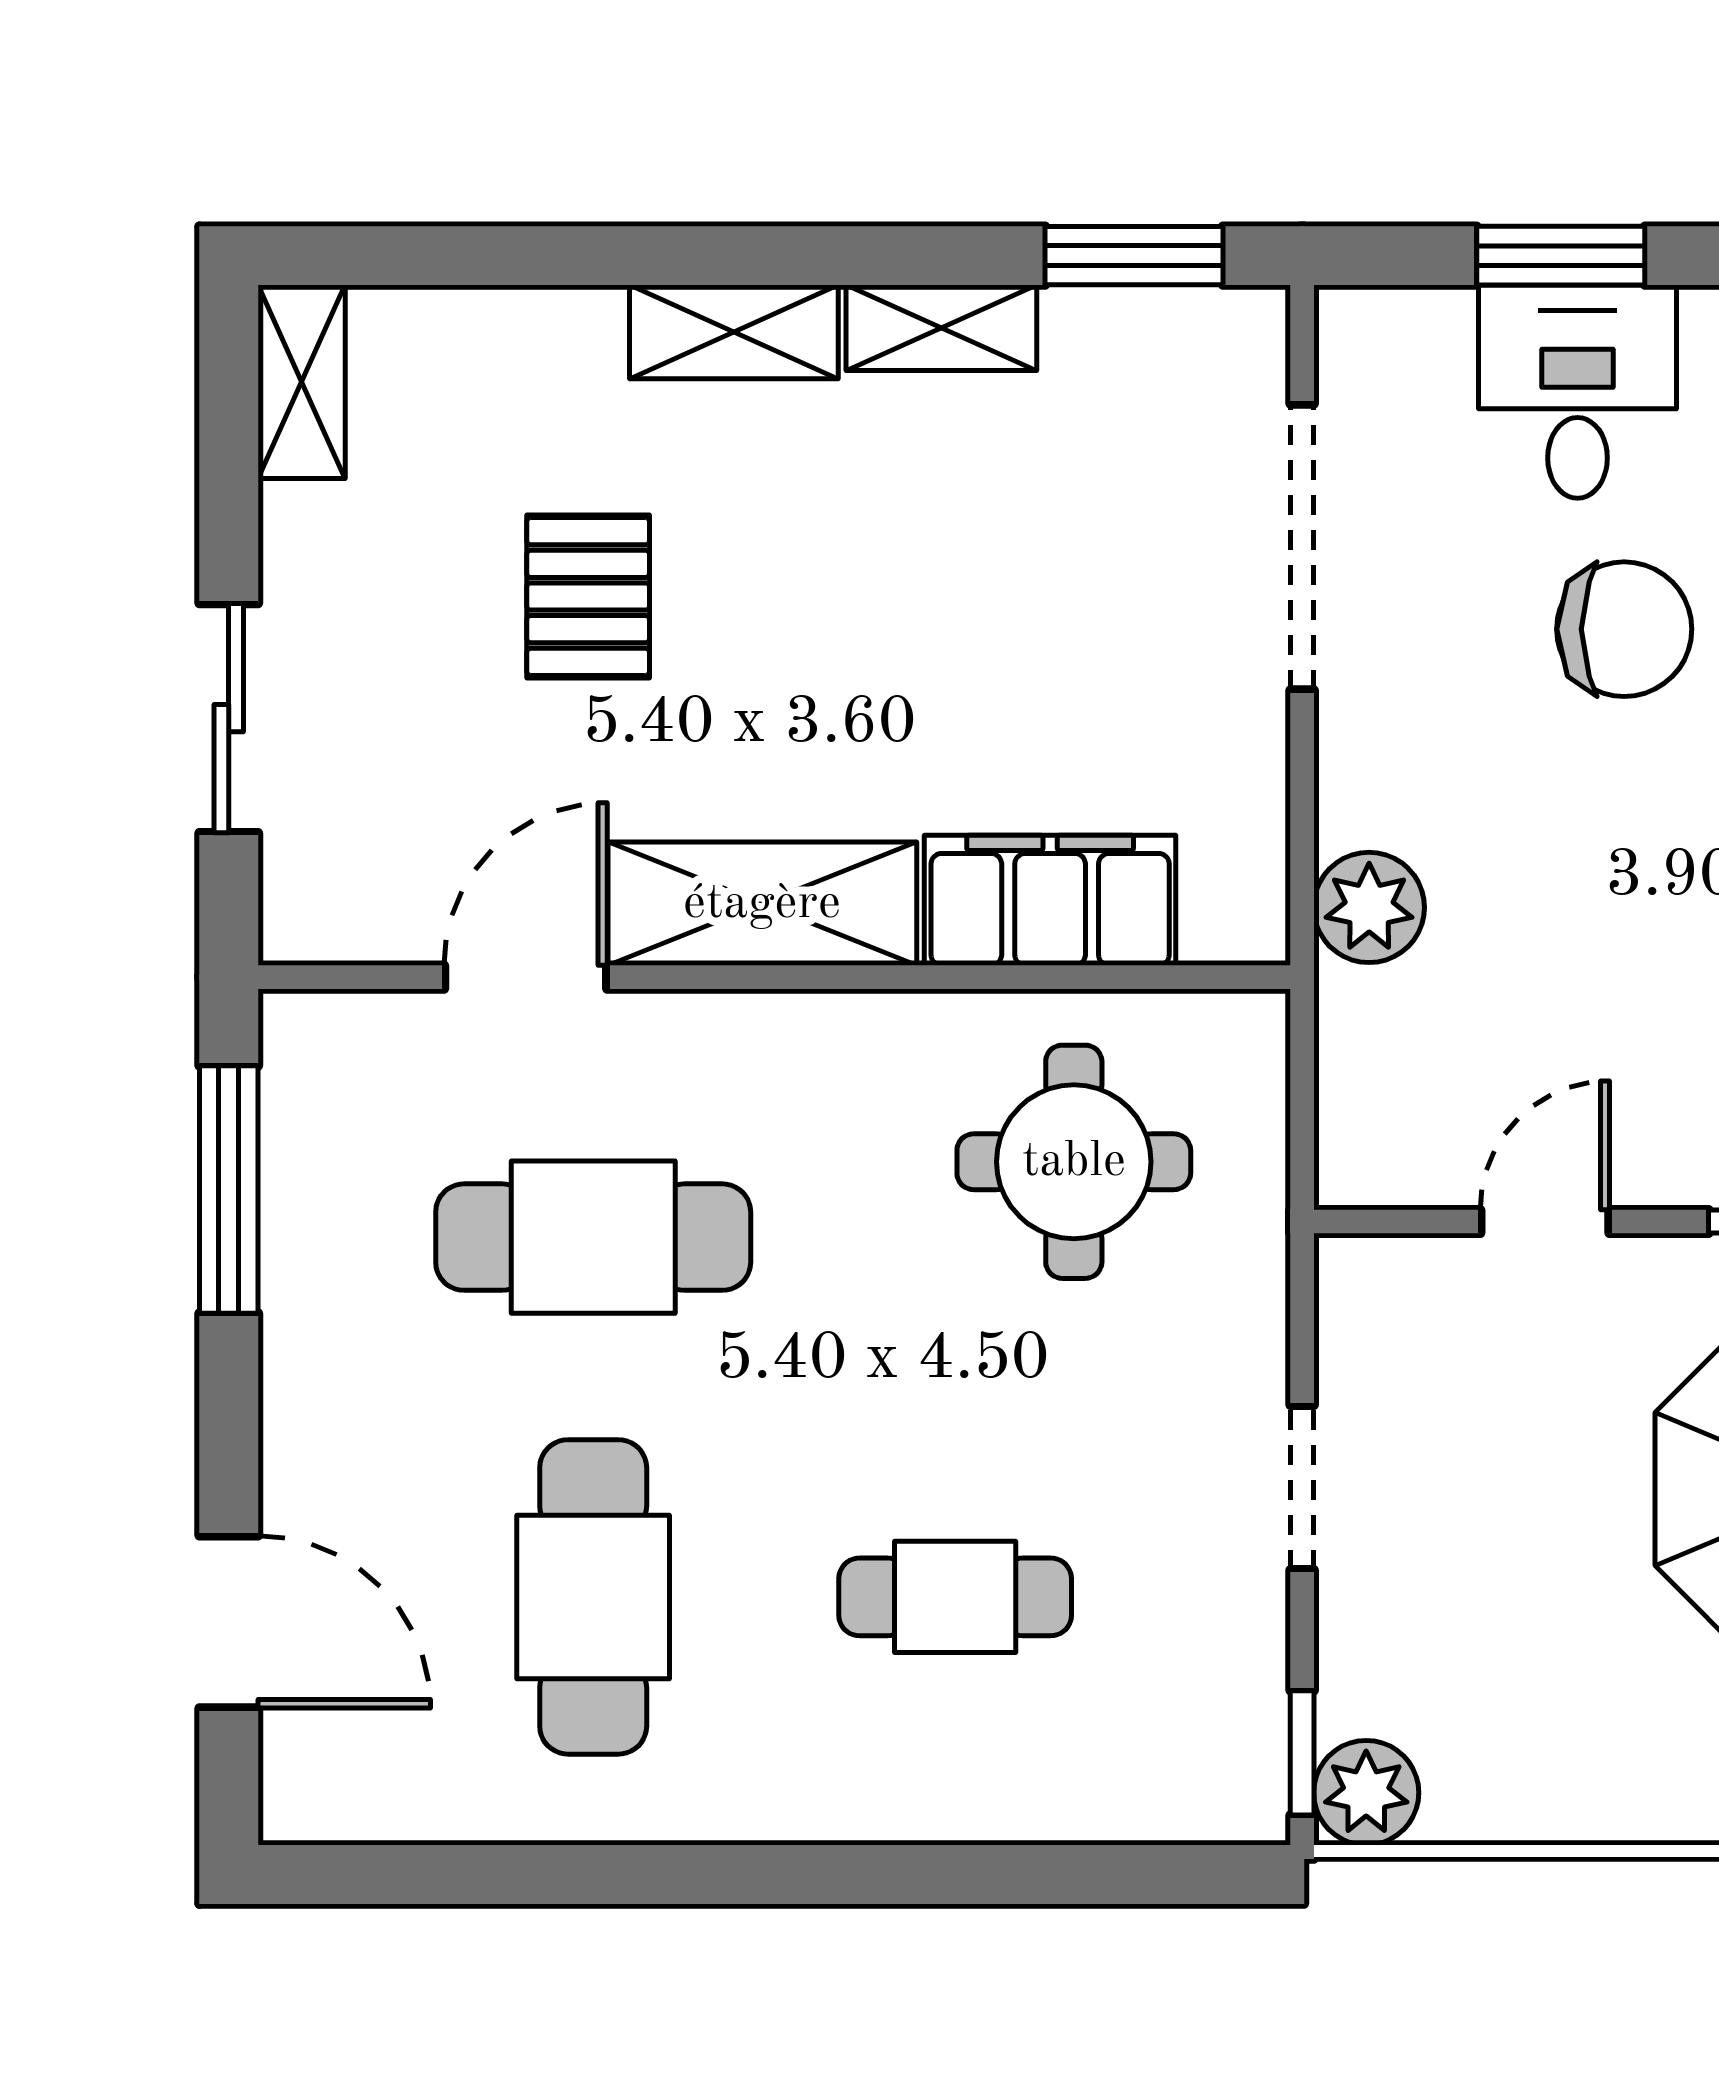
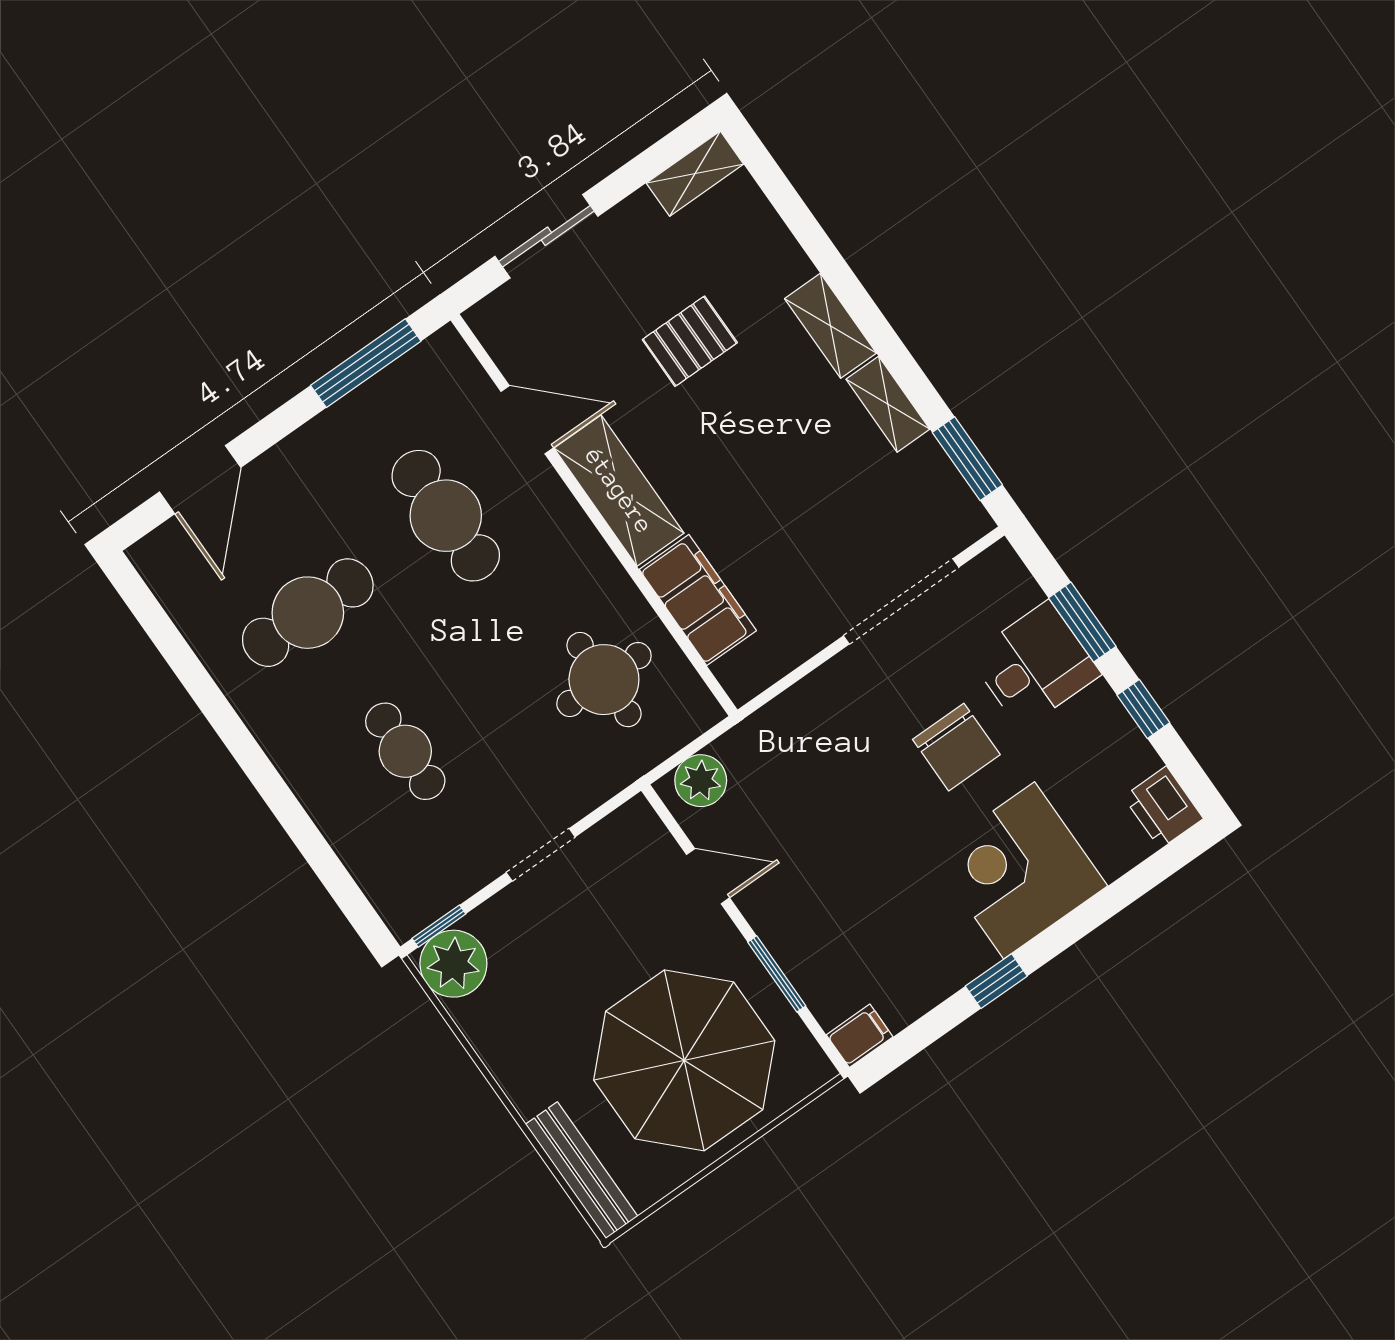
plant: (1369, 907) -> (701, 781), moved
plant: (1366, 1793) -> (453, 964), width x1.36, depth x1.36

